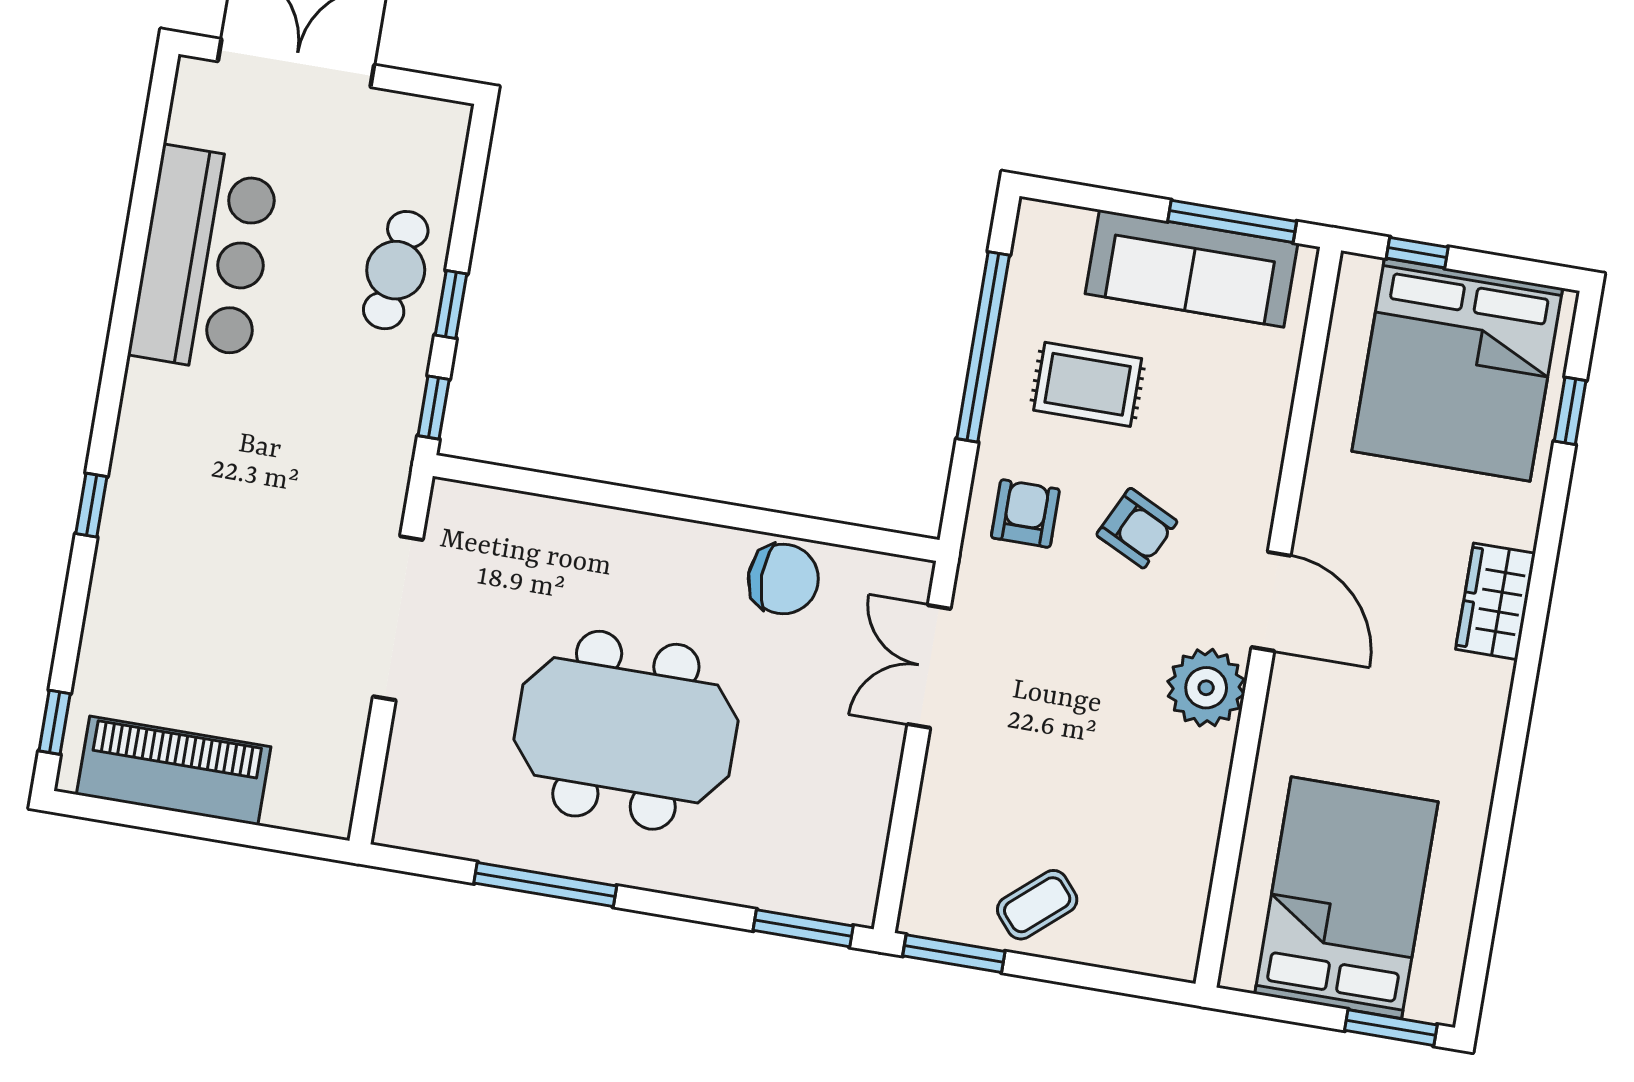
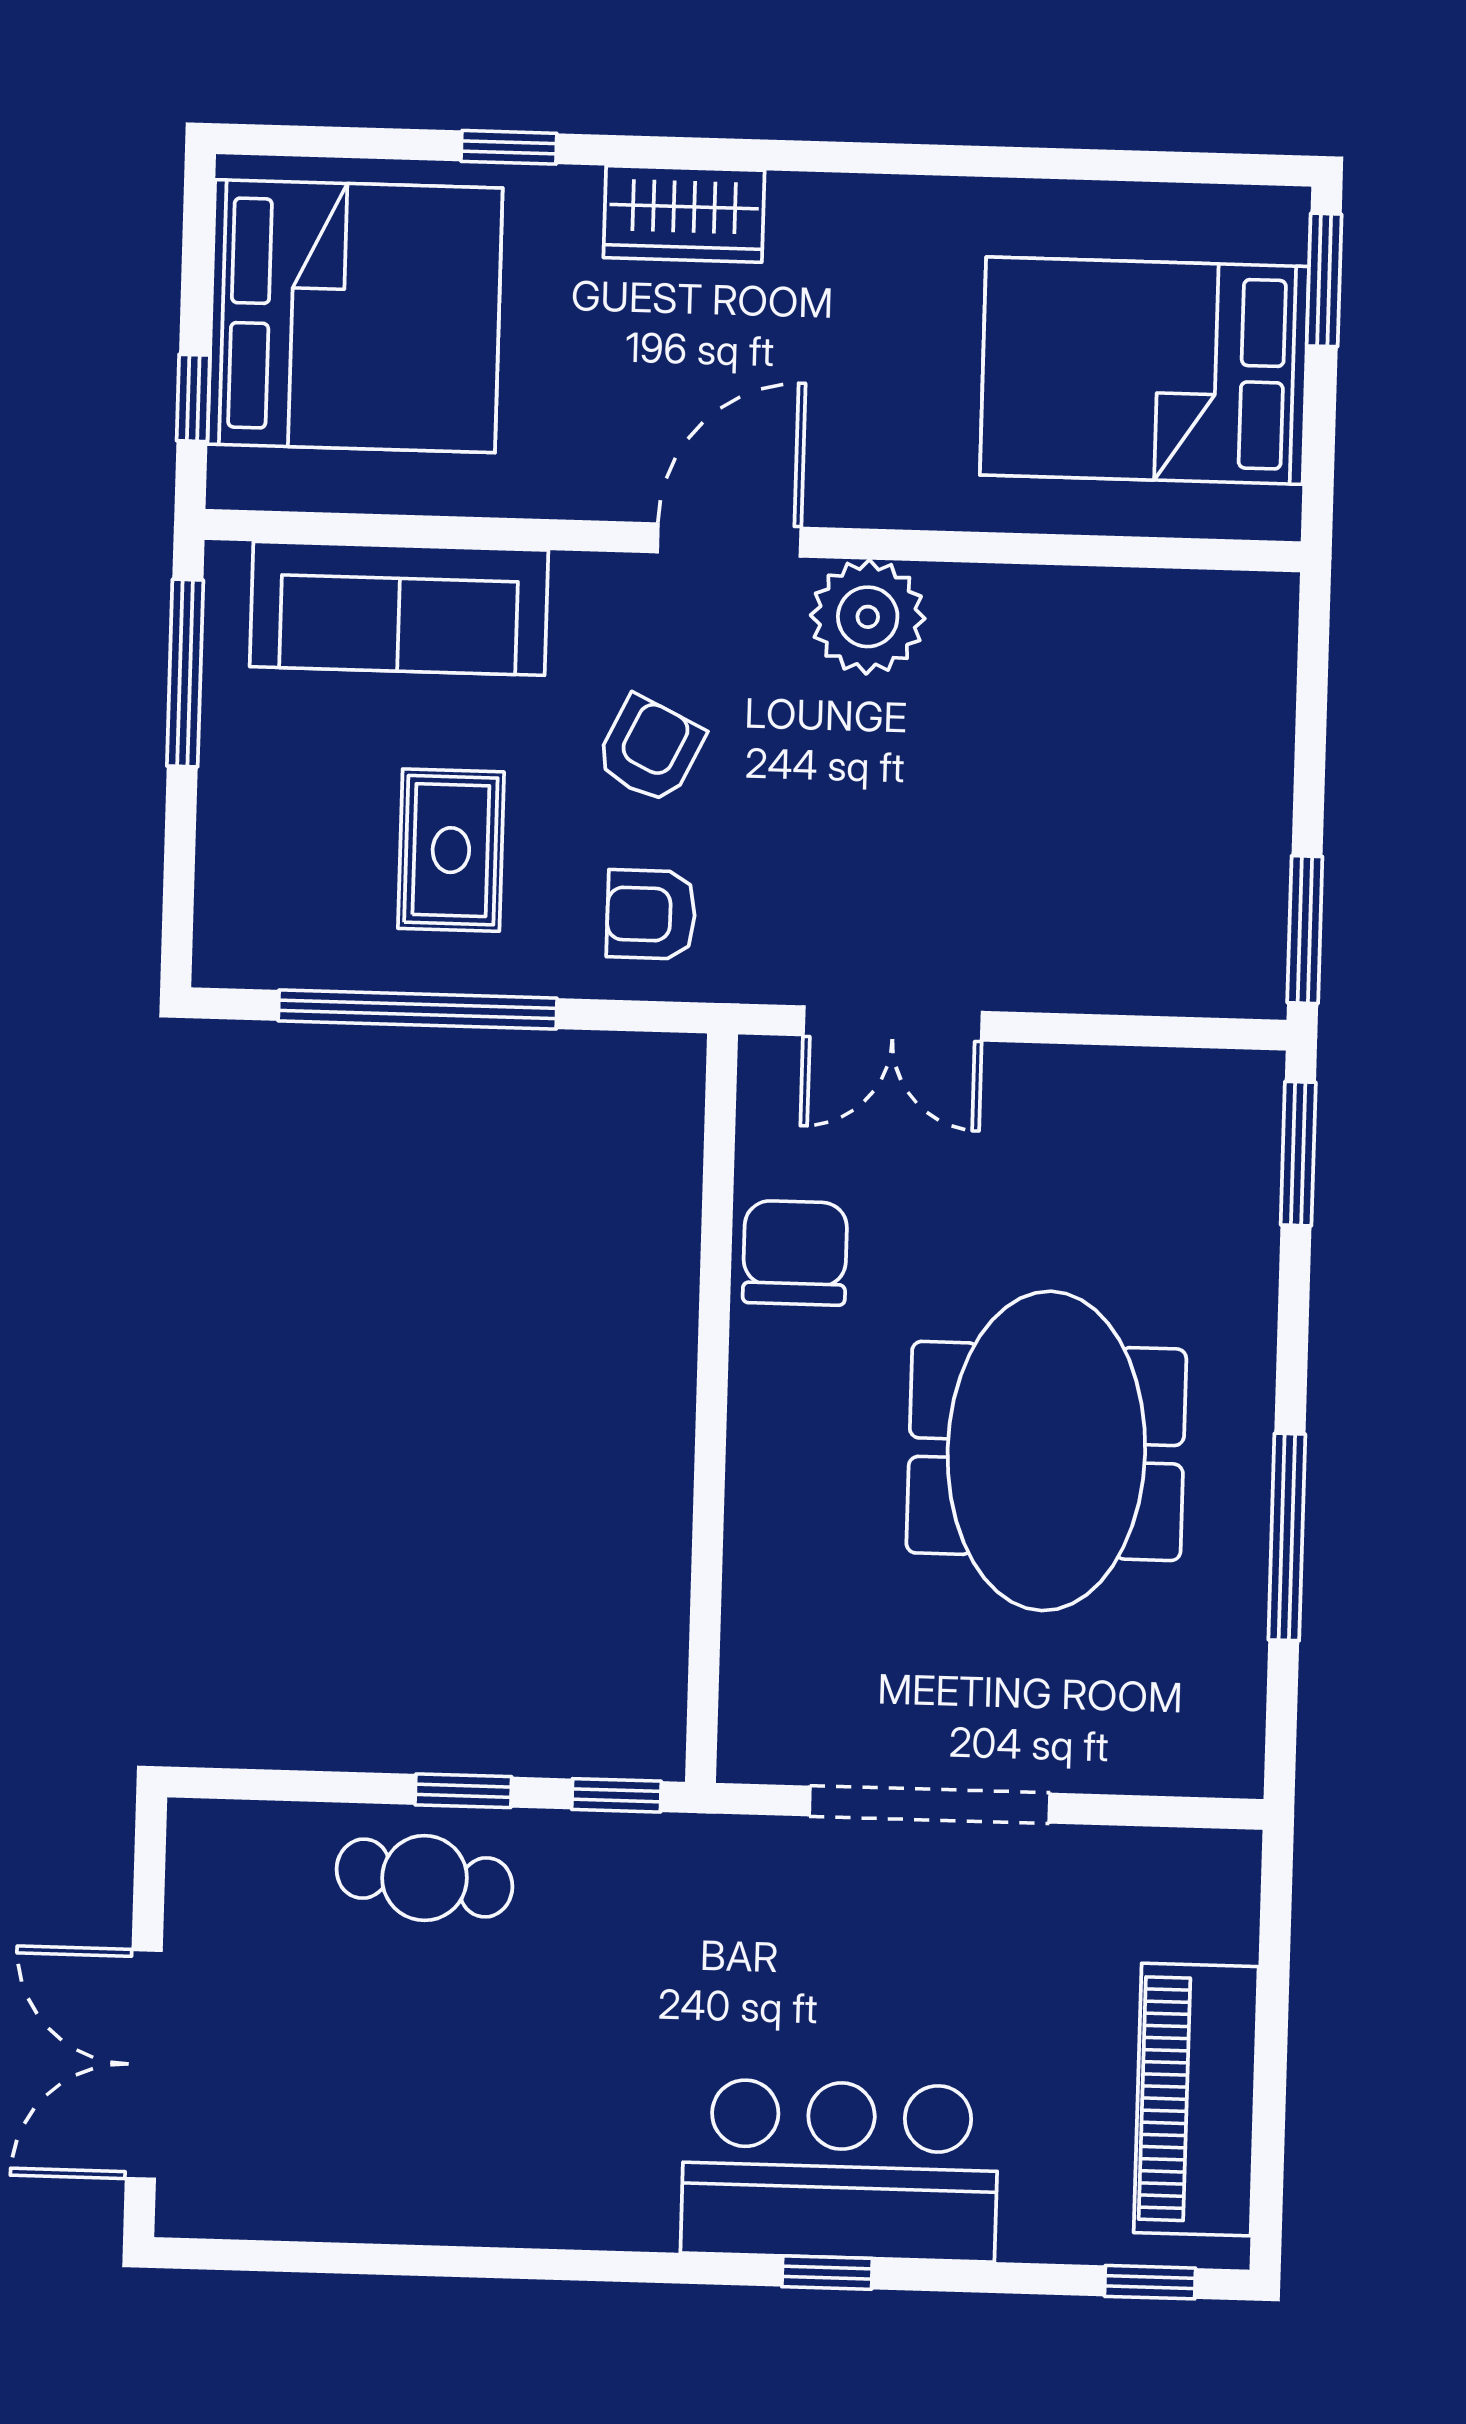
bar counter: (204, 259) -> (840, 2170), moved
sofa: (1192, 268) -> (399, 608), moved, turned 90
window: (1570, 411) -> (509, 147), moved
coffee table: (1037, 905) -> (1217, 819), removed

